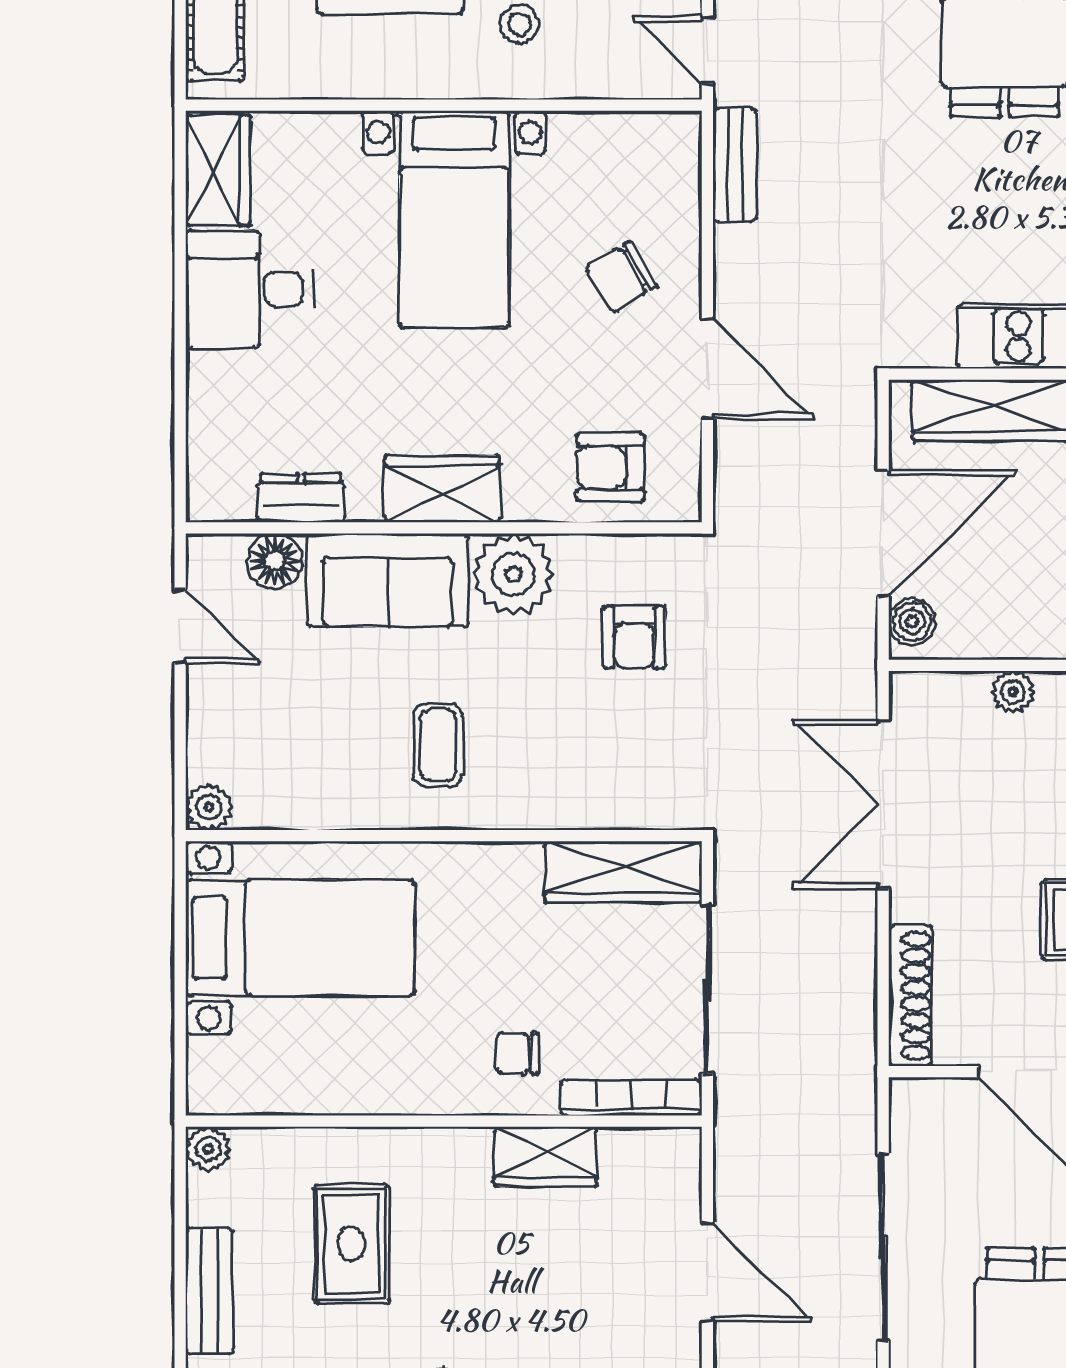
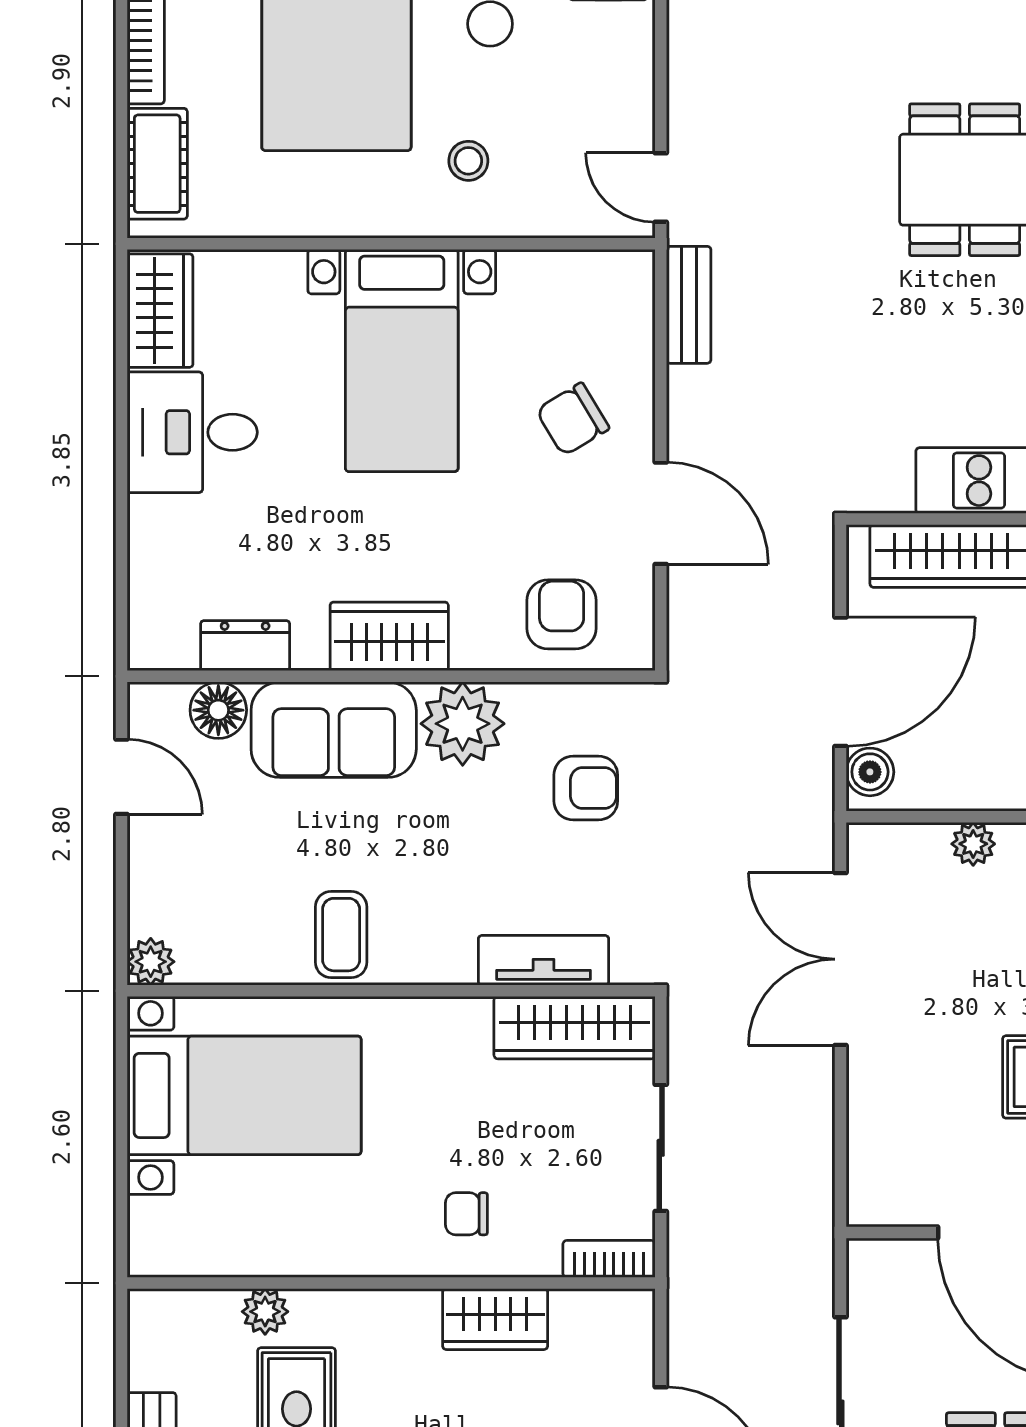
armchair: (610, 467) -> (562, 614), turned 90
armchair: (634, 637) -> (586, 788), turned -90
coffee table: (438, 745) -> (341, 935), moved
tv unit: (593, 806) -> (543, 960), added
sliding door: (707, 989) -> (661, 1148), width x0.73
shoe rack: (910, 996) -> (868, 1155), removed
bookcase: (631, 1098) -> (609, 1259), width x0.64
plant: (208, 1149) -> (265, 1312), moved

